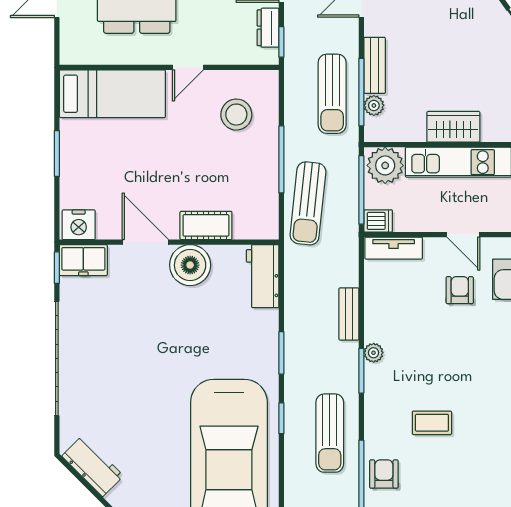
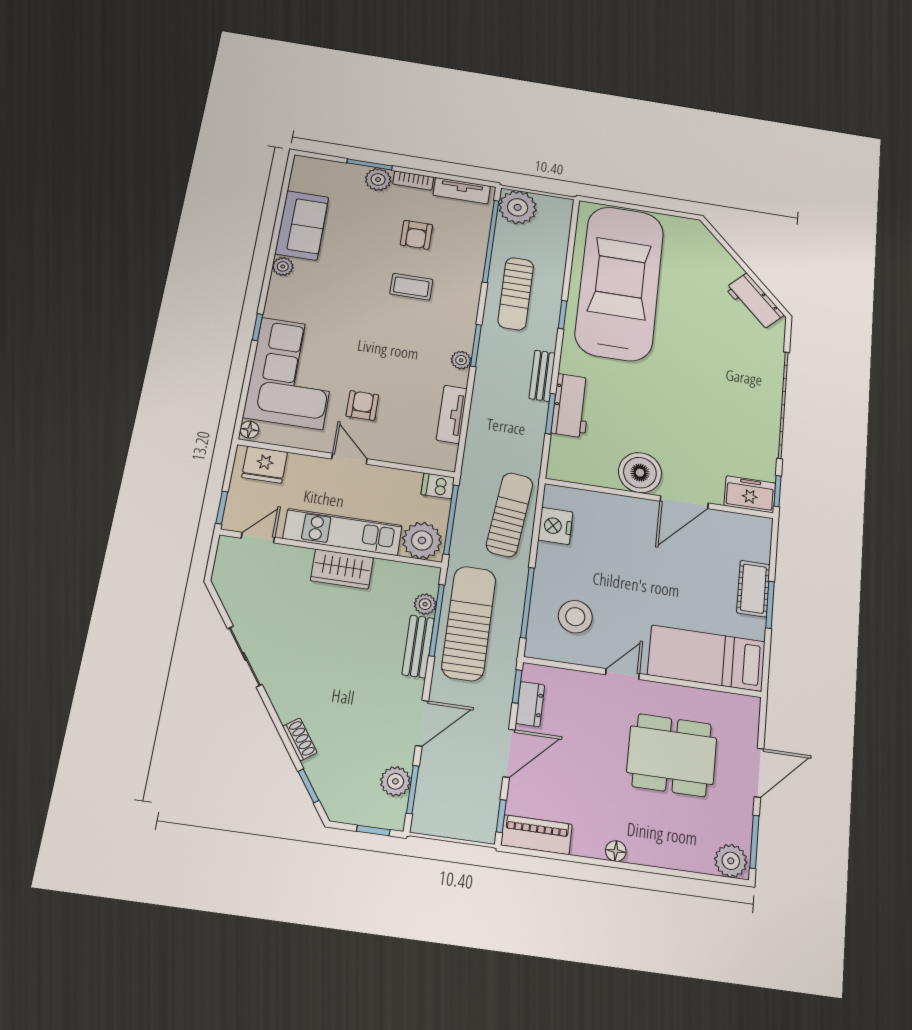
sun lounger: (332, 94) -> (469, 623), width x1.36, depth x1.34
window: (281, 159) -> (527, 603), moved
nightstand: (79, 225) -> (555, 526), moved, turned -90
cot: (206, 225) -> (753, 589), moved, turned 90
door: (145, 242) -> (684, 502), hinge flipped
tv unit: (394, 248) -> (452, 414), moved, turned -90
workbench: (263, 276) -> (571, 406), moved
armchair: (460, 290) -> (362, 405), turned 180
bench: (349, 314) -> (542, 376), moved
window: (281, 353) -> (550, 414), moved
sun lounger: (330, 433) -> (516, 294), turned 180
armchair: (384, 474) -> (416, 235), moved

